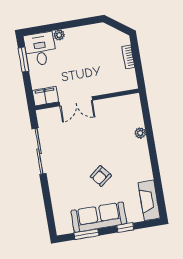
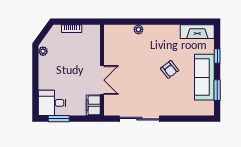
plant: (59, 35) -> (43, 51), moved

